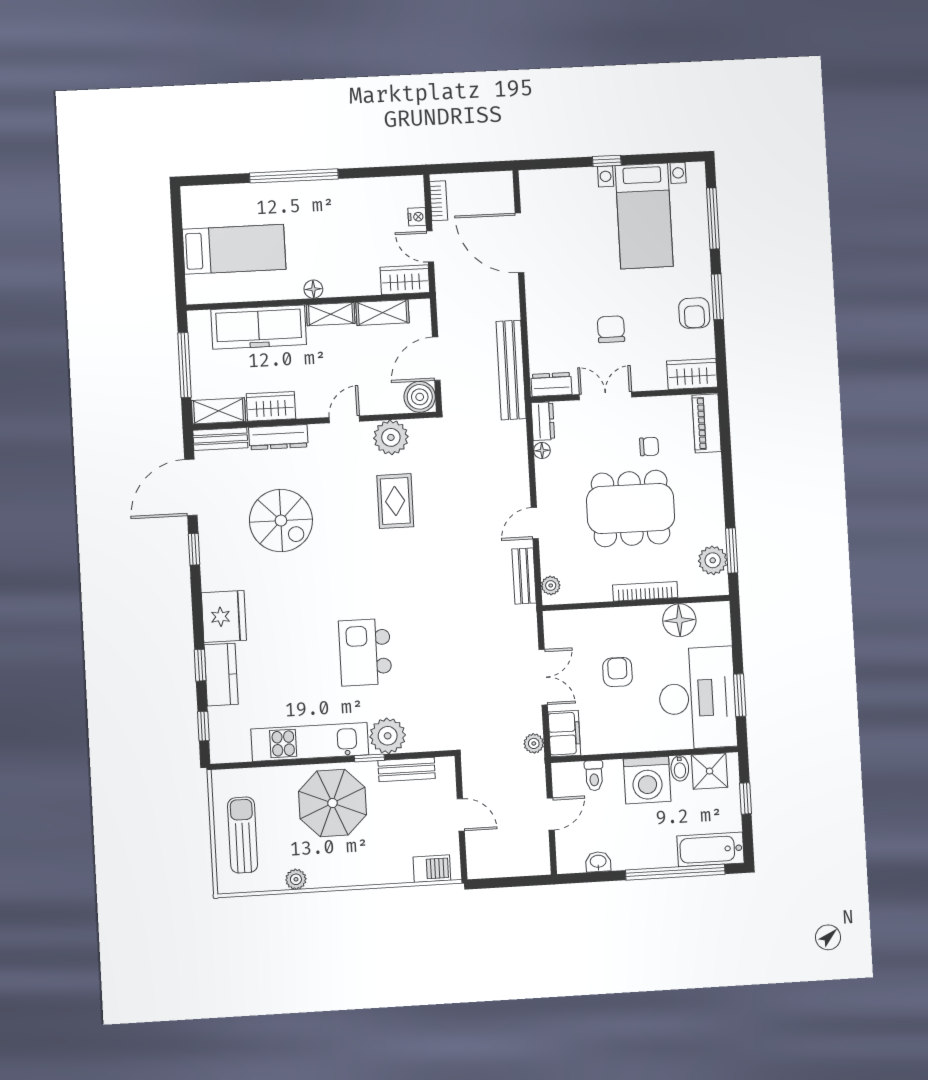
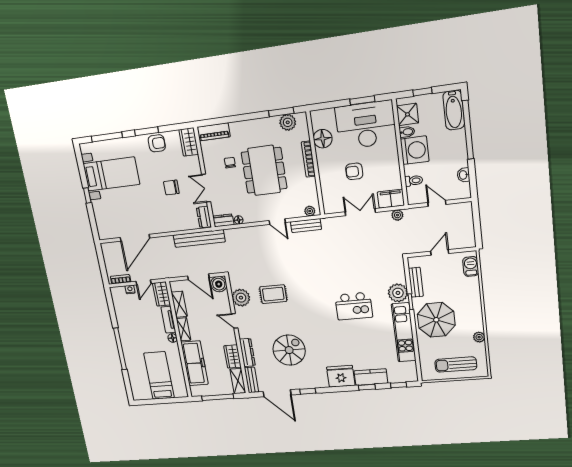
tv unit: (352, 286) -> (168, 320), added

